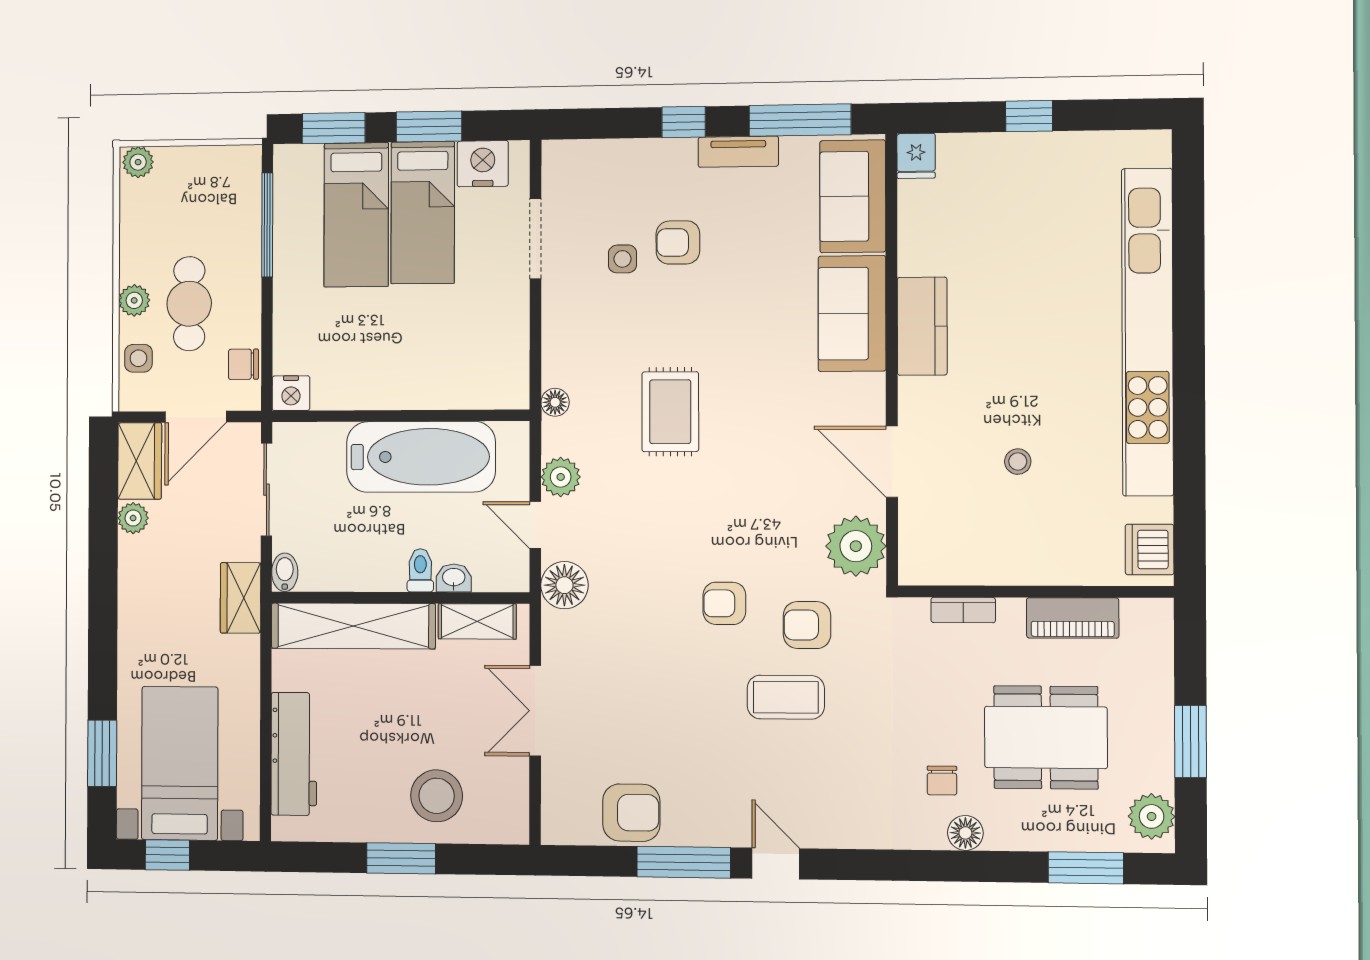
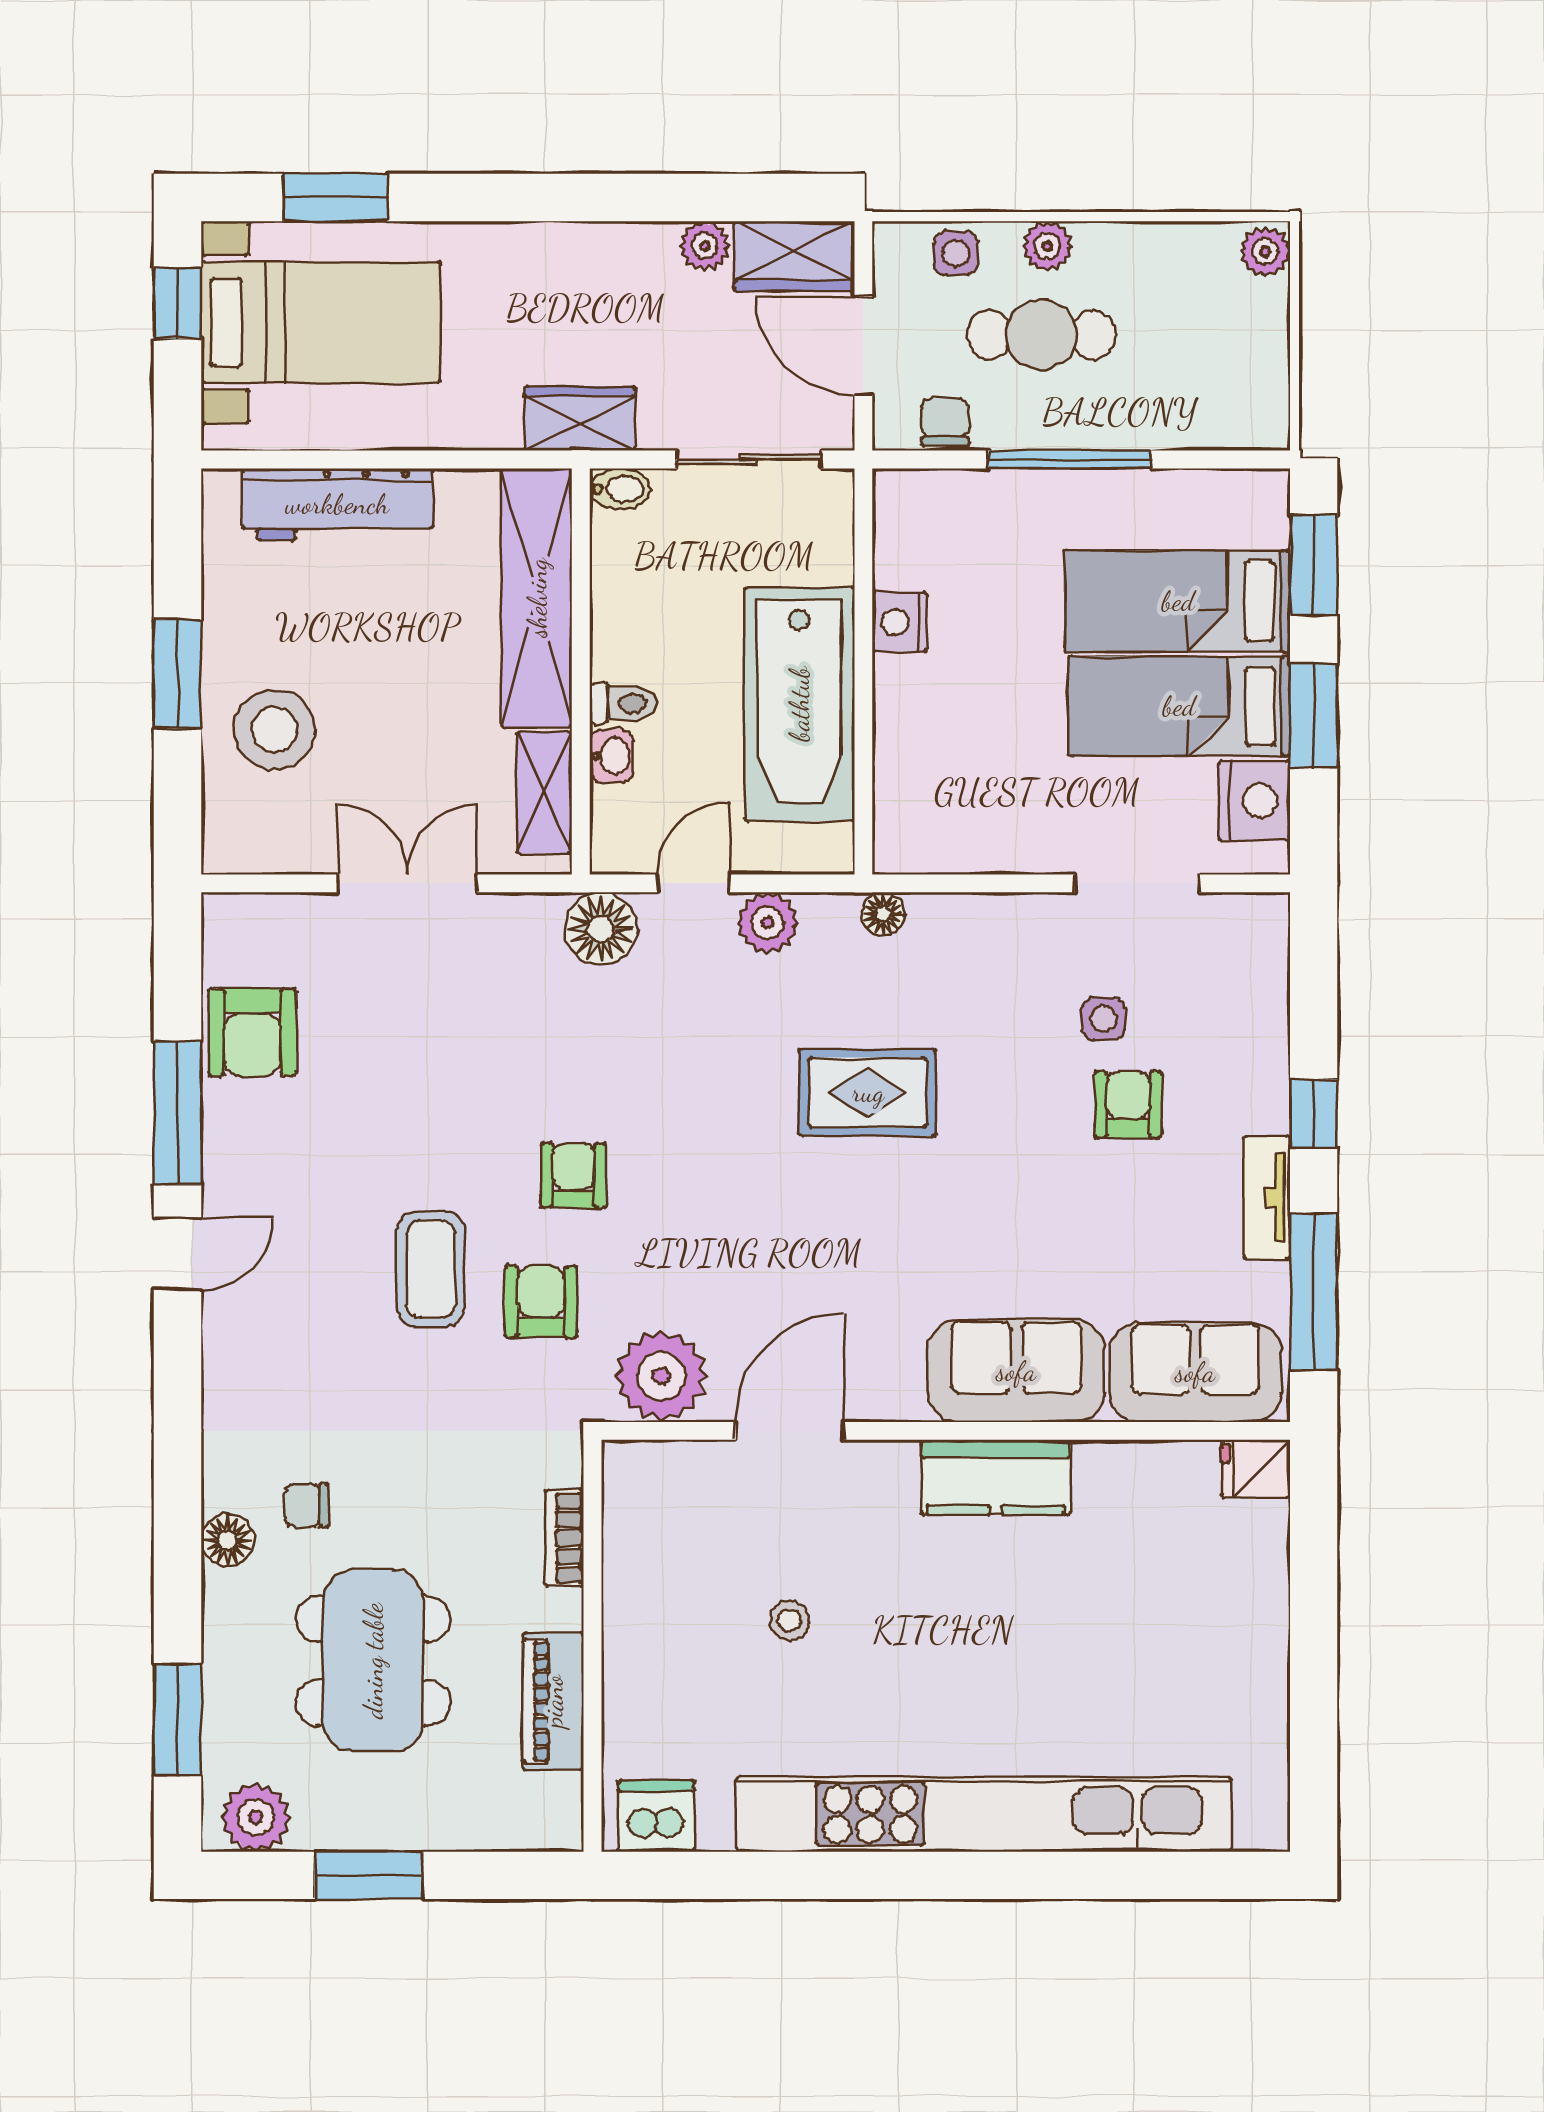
window: (1029, 116) -> (1314, 1639), removed
window: (267, 225) -> (1070, 459), moved
nightstand: (291, 393) -> (900, 622), moved

